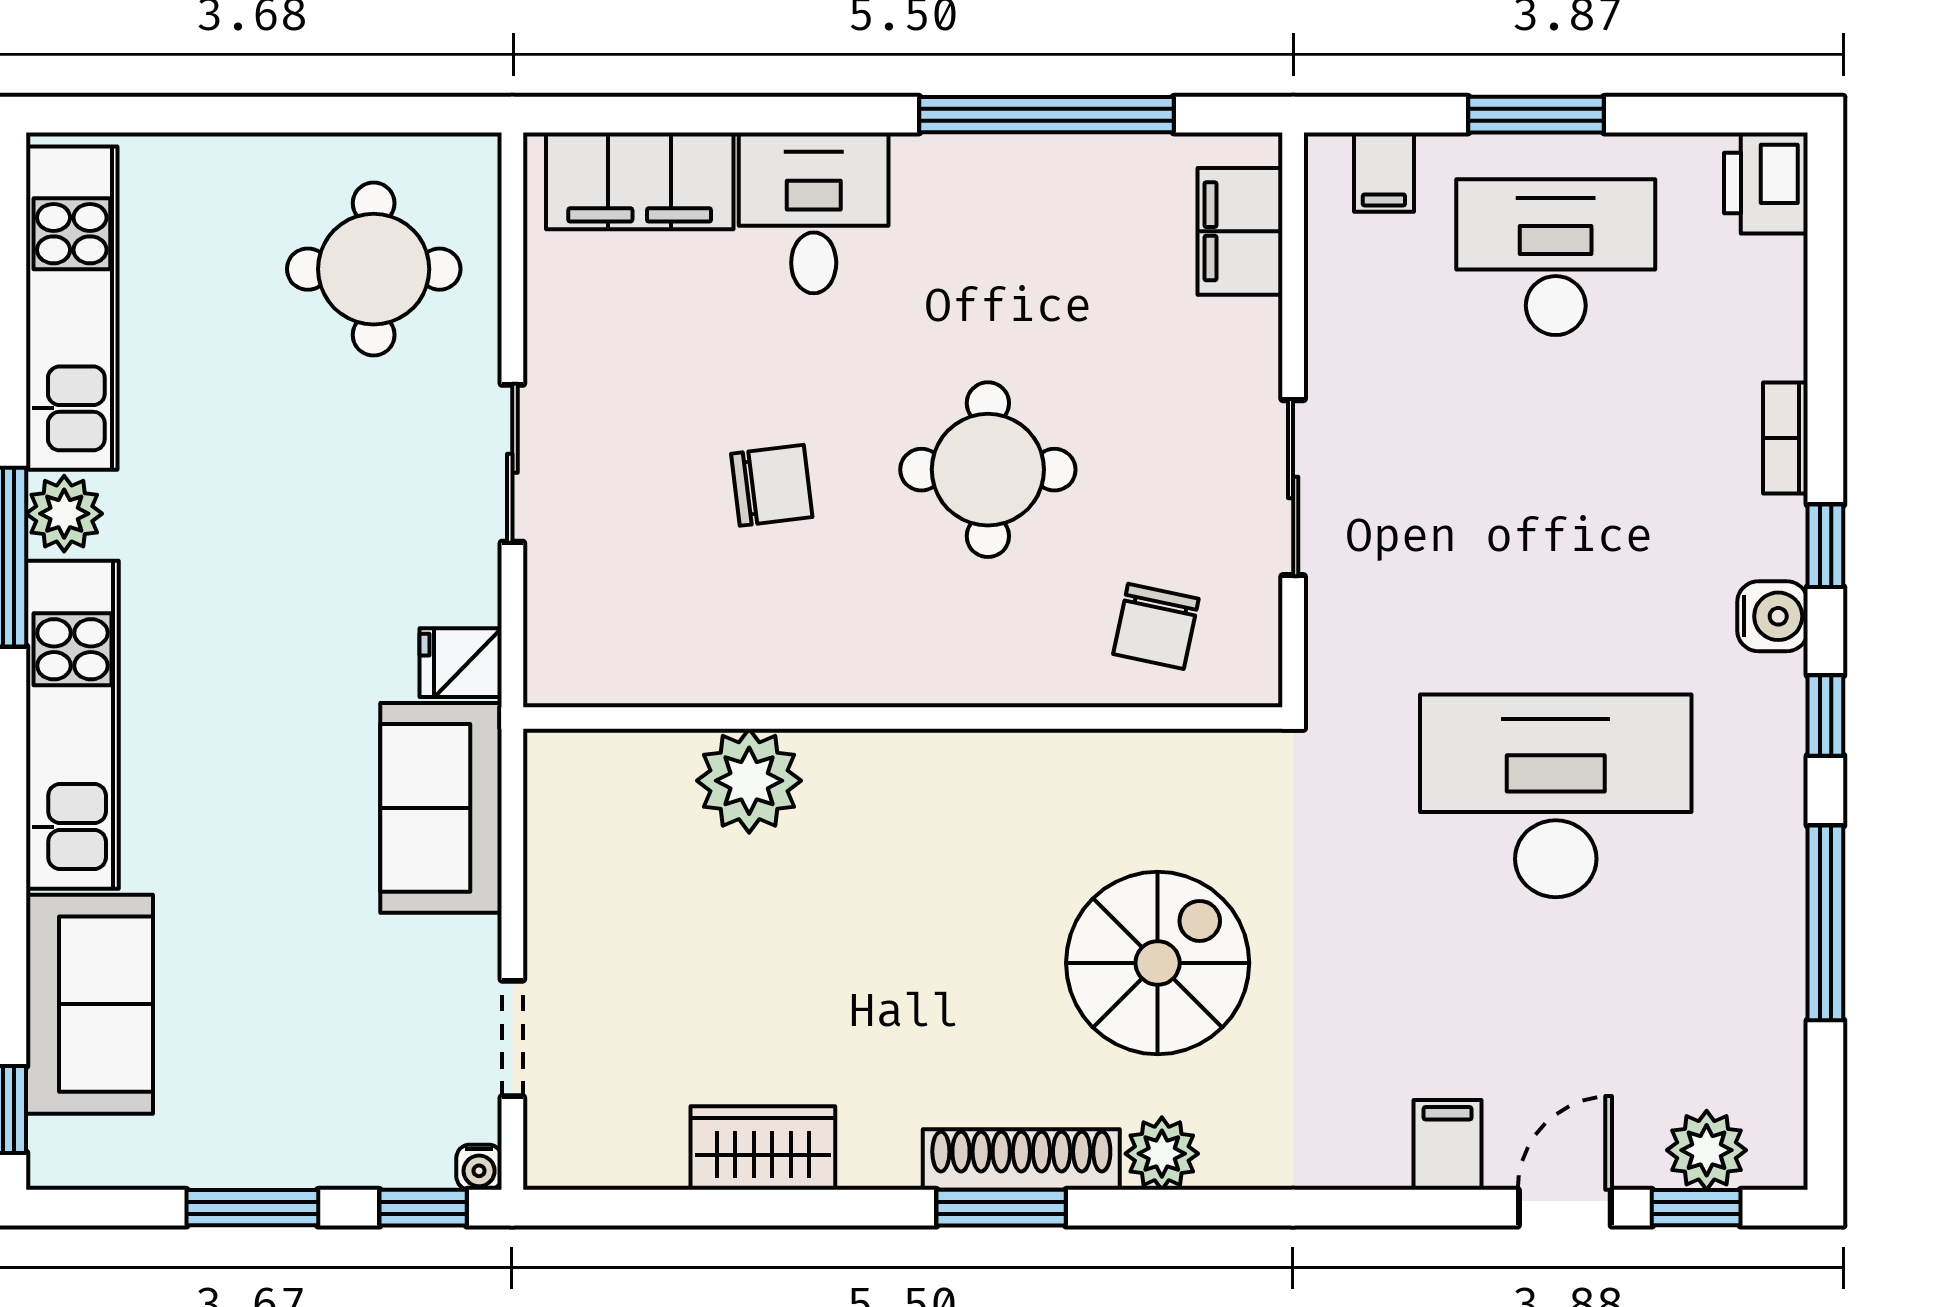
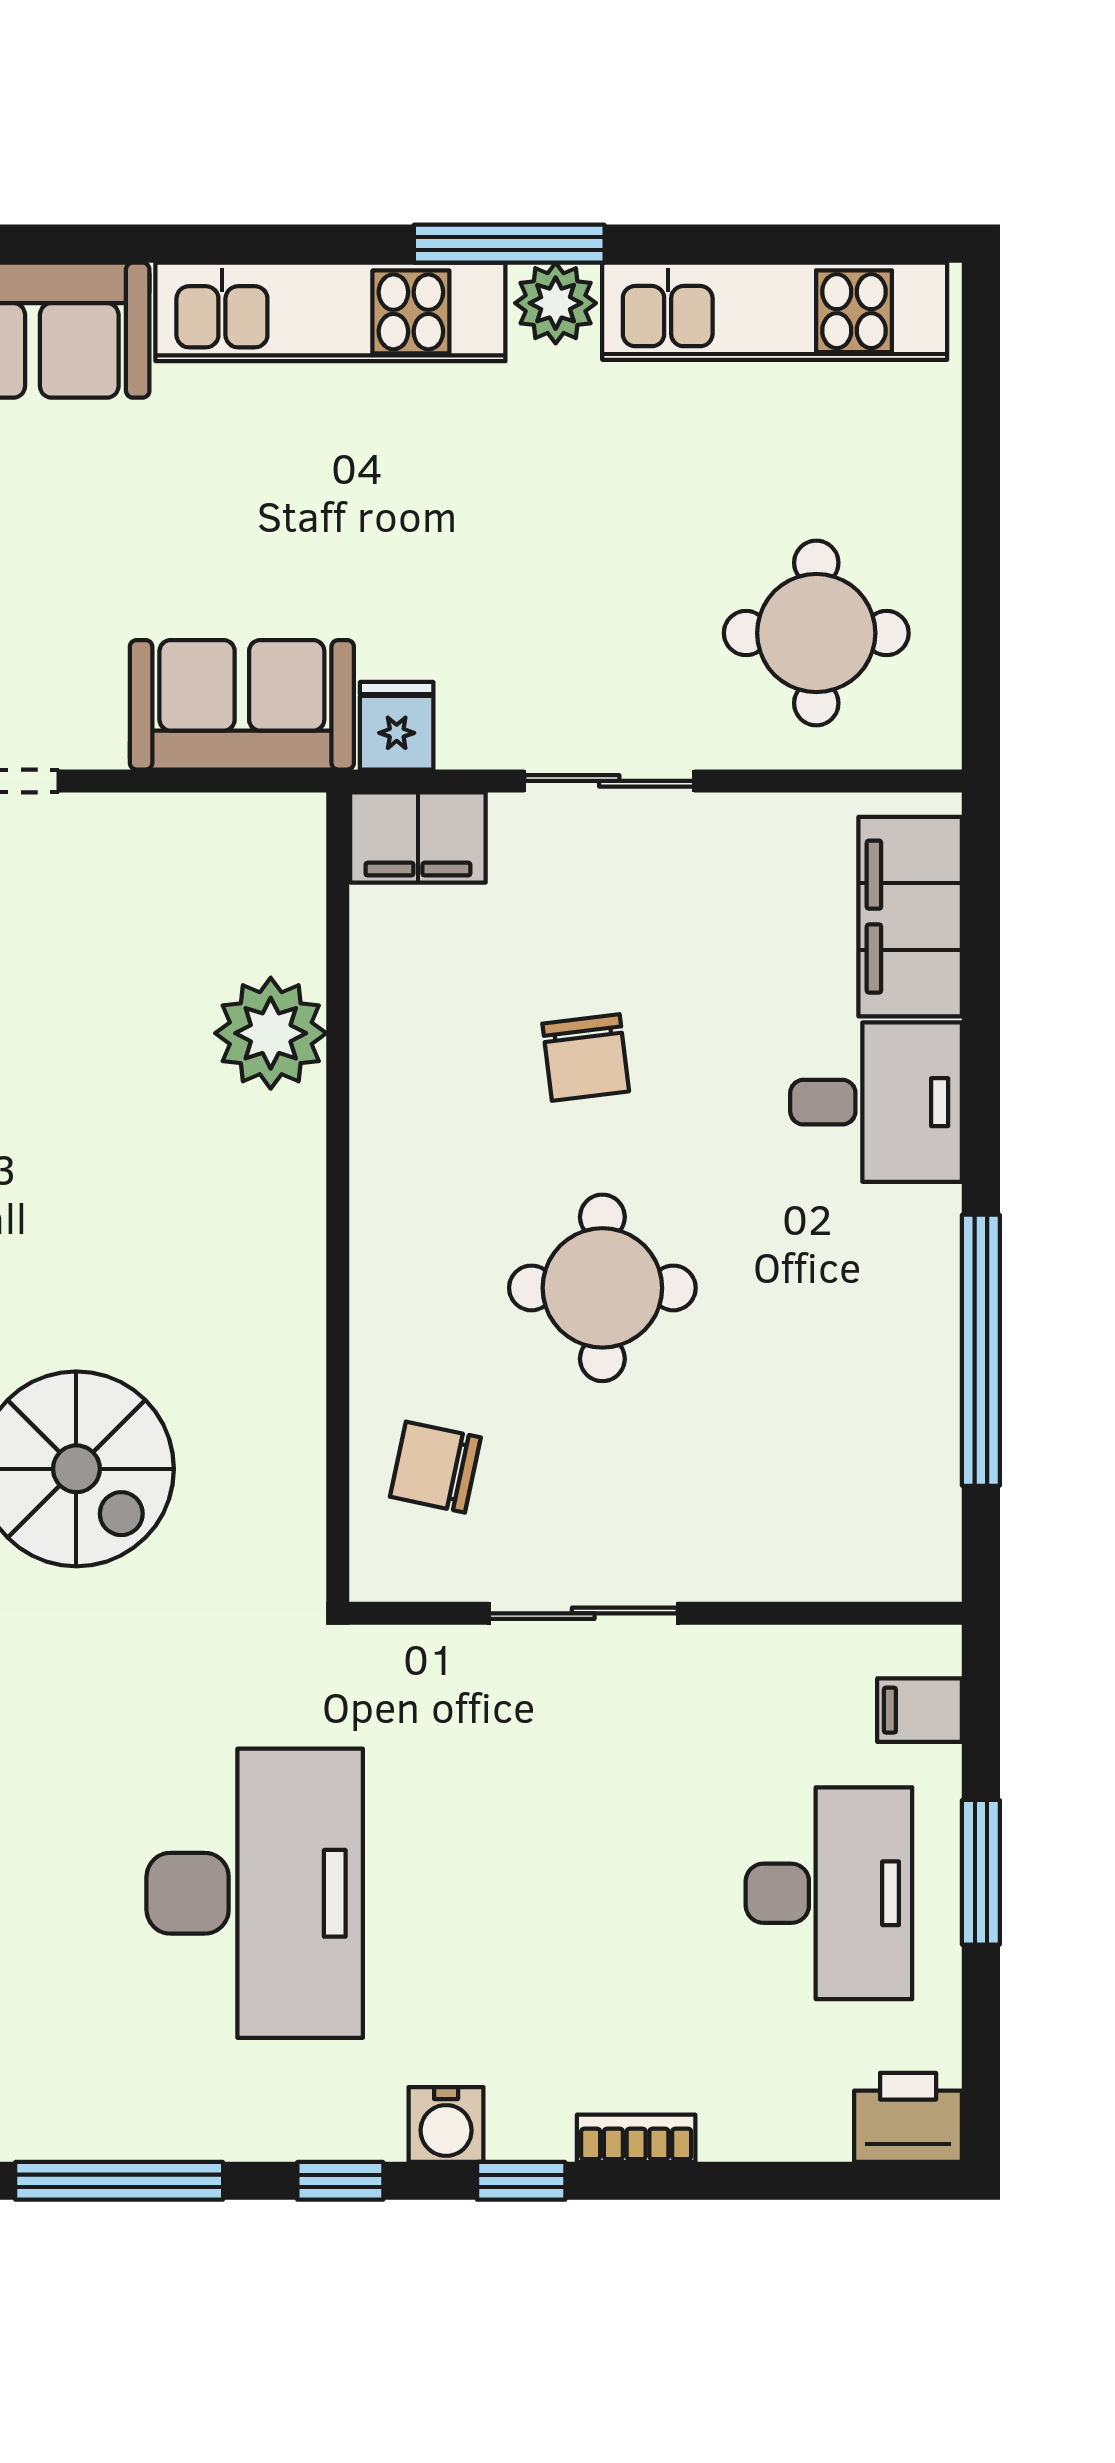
filing cabinet: (1240, 231) -> (418, 837), moved, turned 180

